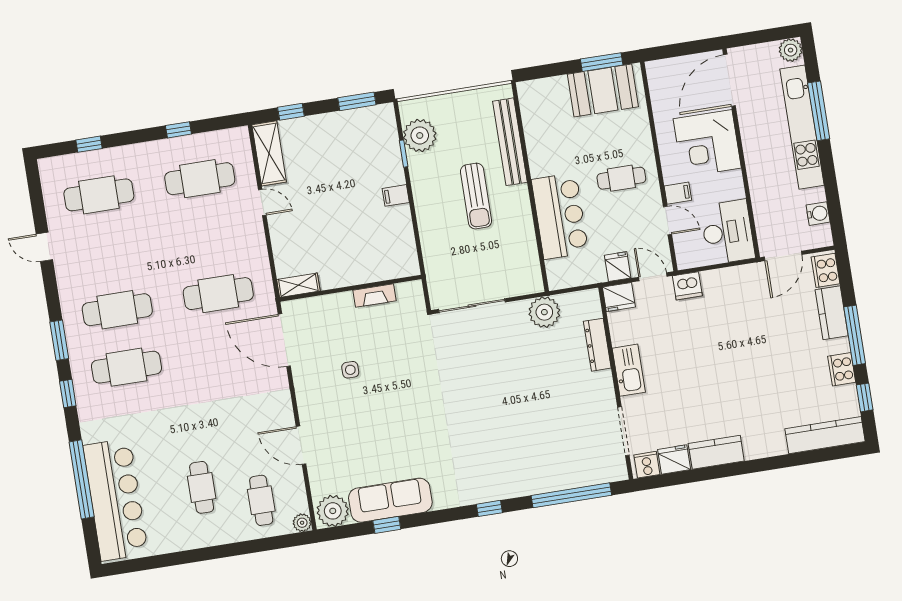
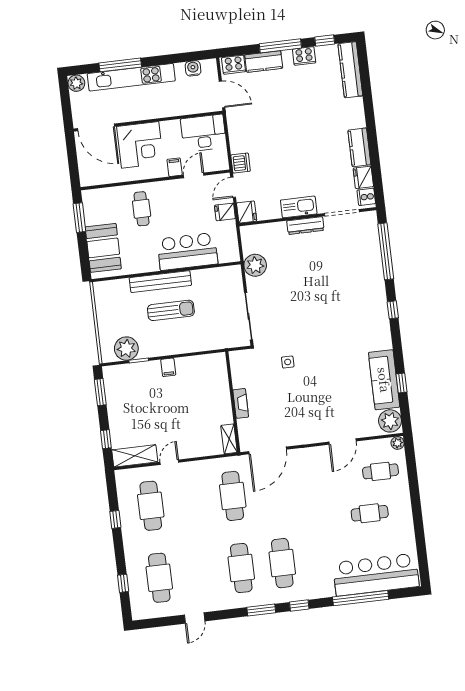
booth: (603, 90) -> (103, 248), moved
bench: (510, 142) -> (160, 282), moved
cafe table: (621, 178) -> (142, 209), moved
fireplace: (374, 296) -> (241, 403), moved
dresser: (597, 345) -> (305, 226), moved
side table: (350, 370) -> (288, 362), moved

